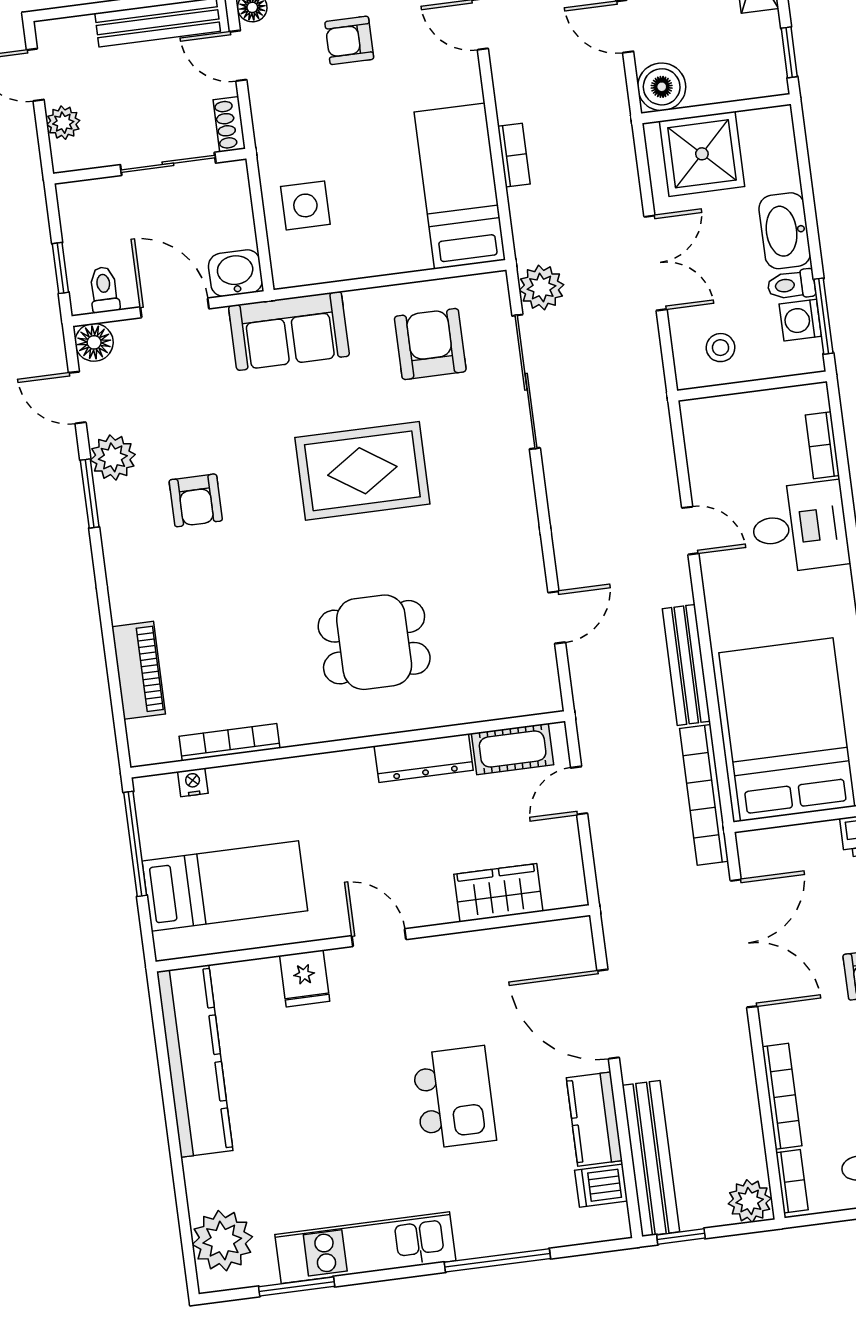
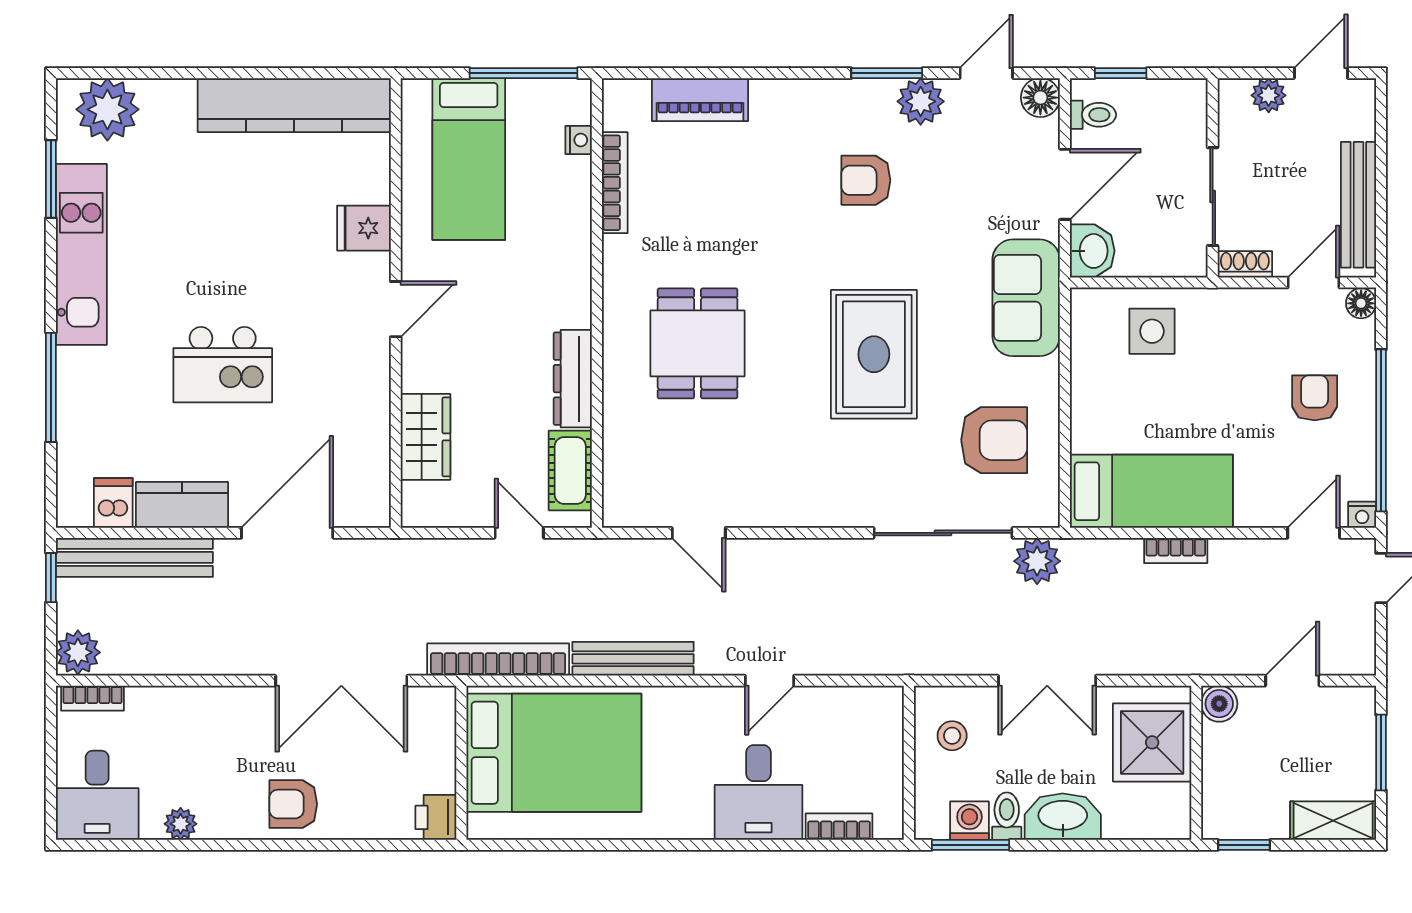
boiler: (662, 87) -> (1219, 704), width x0.73, depth x0.73
bookcase: (782, 1096) -> (180, 699), removed

